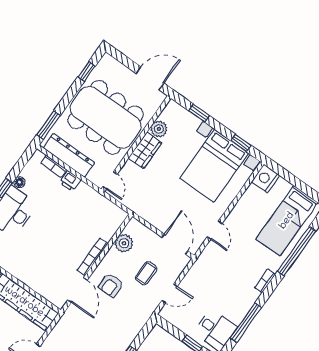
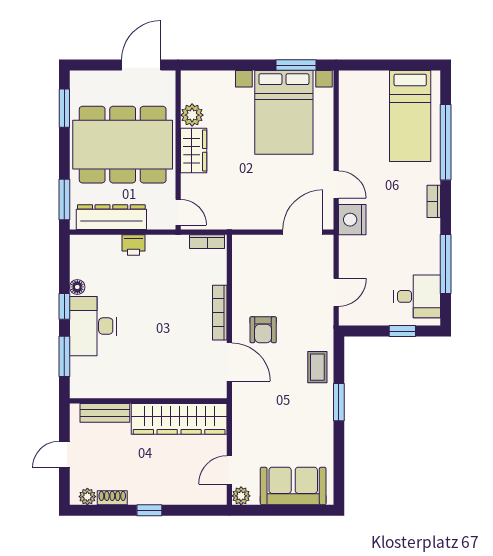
window: (87, 71) -> (64, 108), width x1.50
window: (199, 113) -> (225, 65), removed
window: (241, 143) -> (296, 65), width x1.50
bookcase: (54, 166) -> (207, 242), moved
nightstand: (266, 179) -> (352, 220), moved
plant: (124, 243) -> (244, 272), removed
door: (175, 244) -> (303, 232), hinge flipped
coffee table: (146, 273) -> (317, 367), moved

